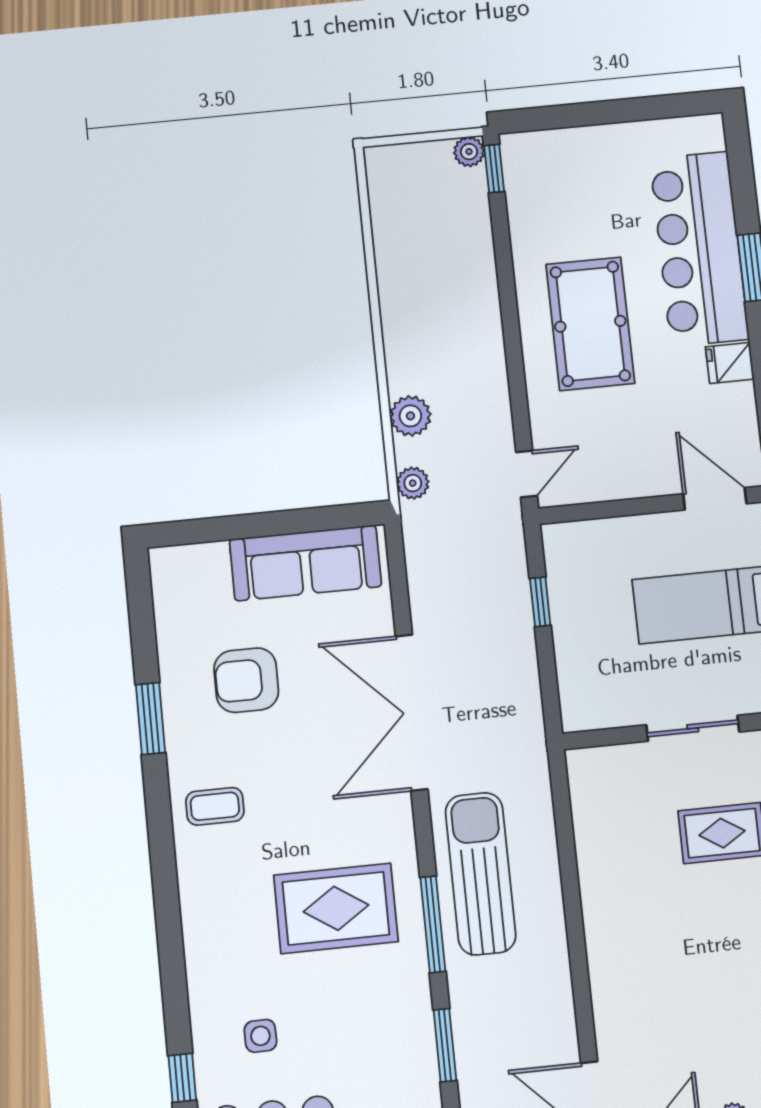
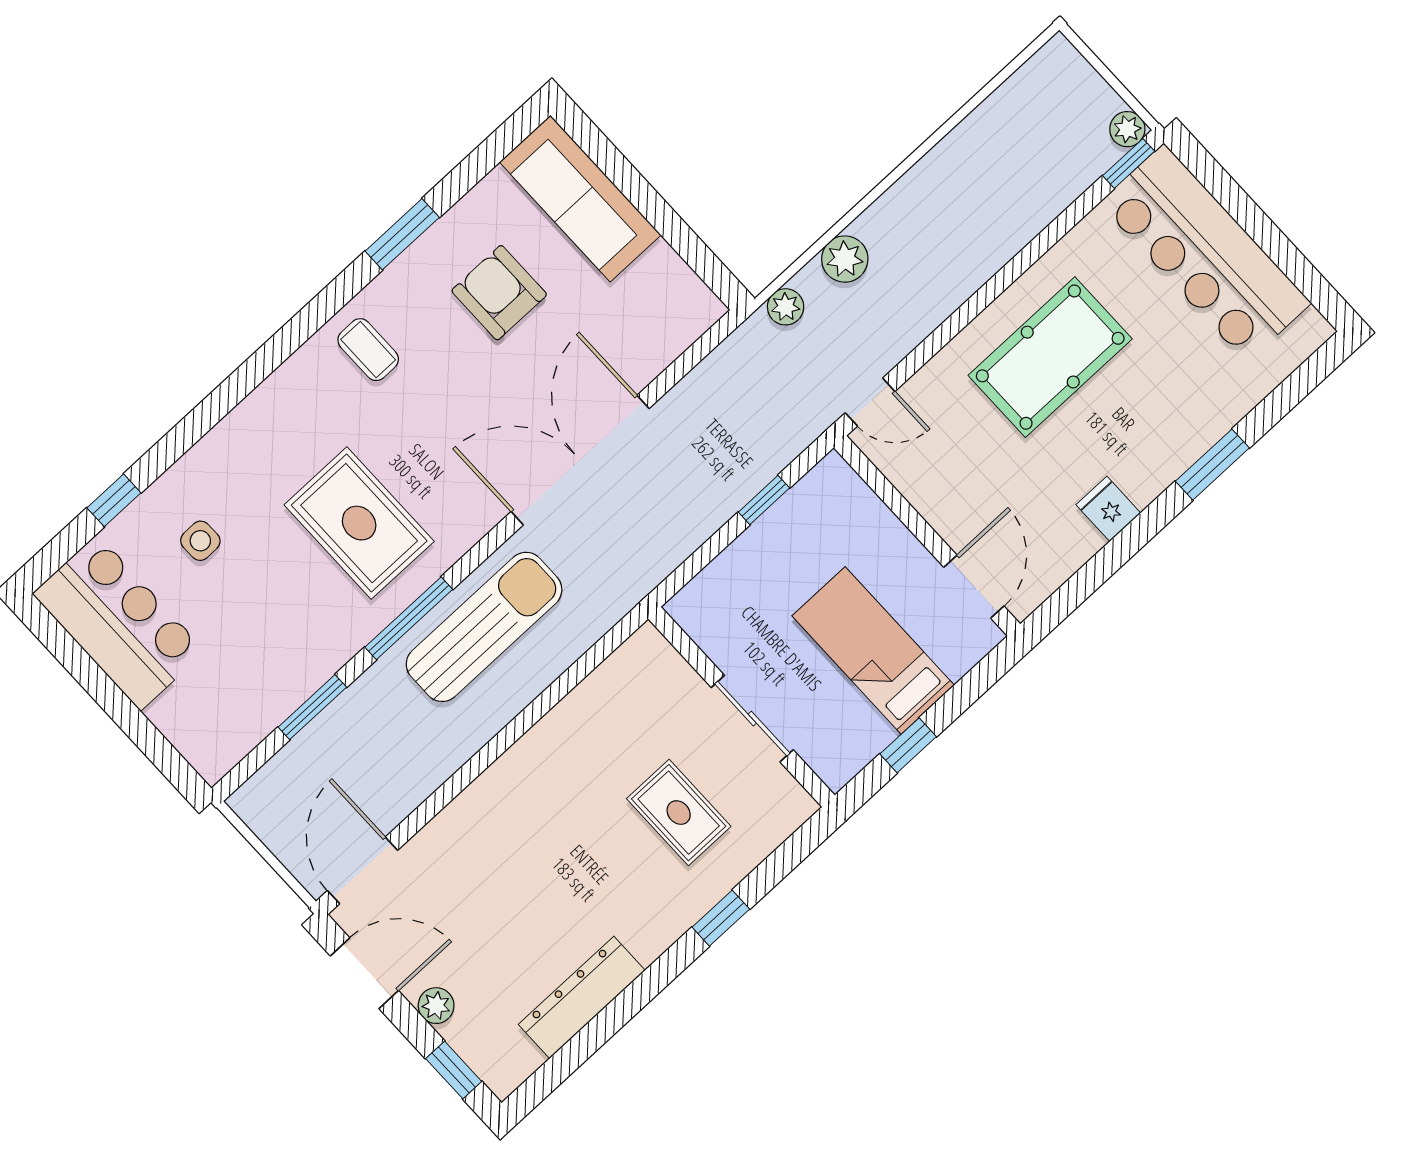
bar counter: (699, 249) -> (1205, 253), moved, turned -90
sofa: (305, 563) -> (580, 199), moved

